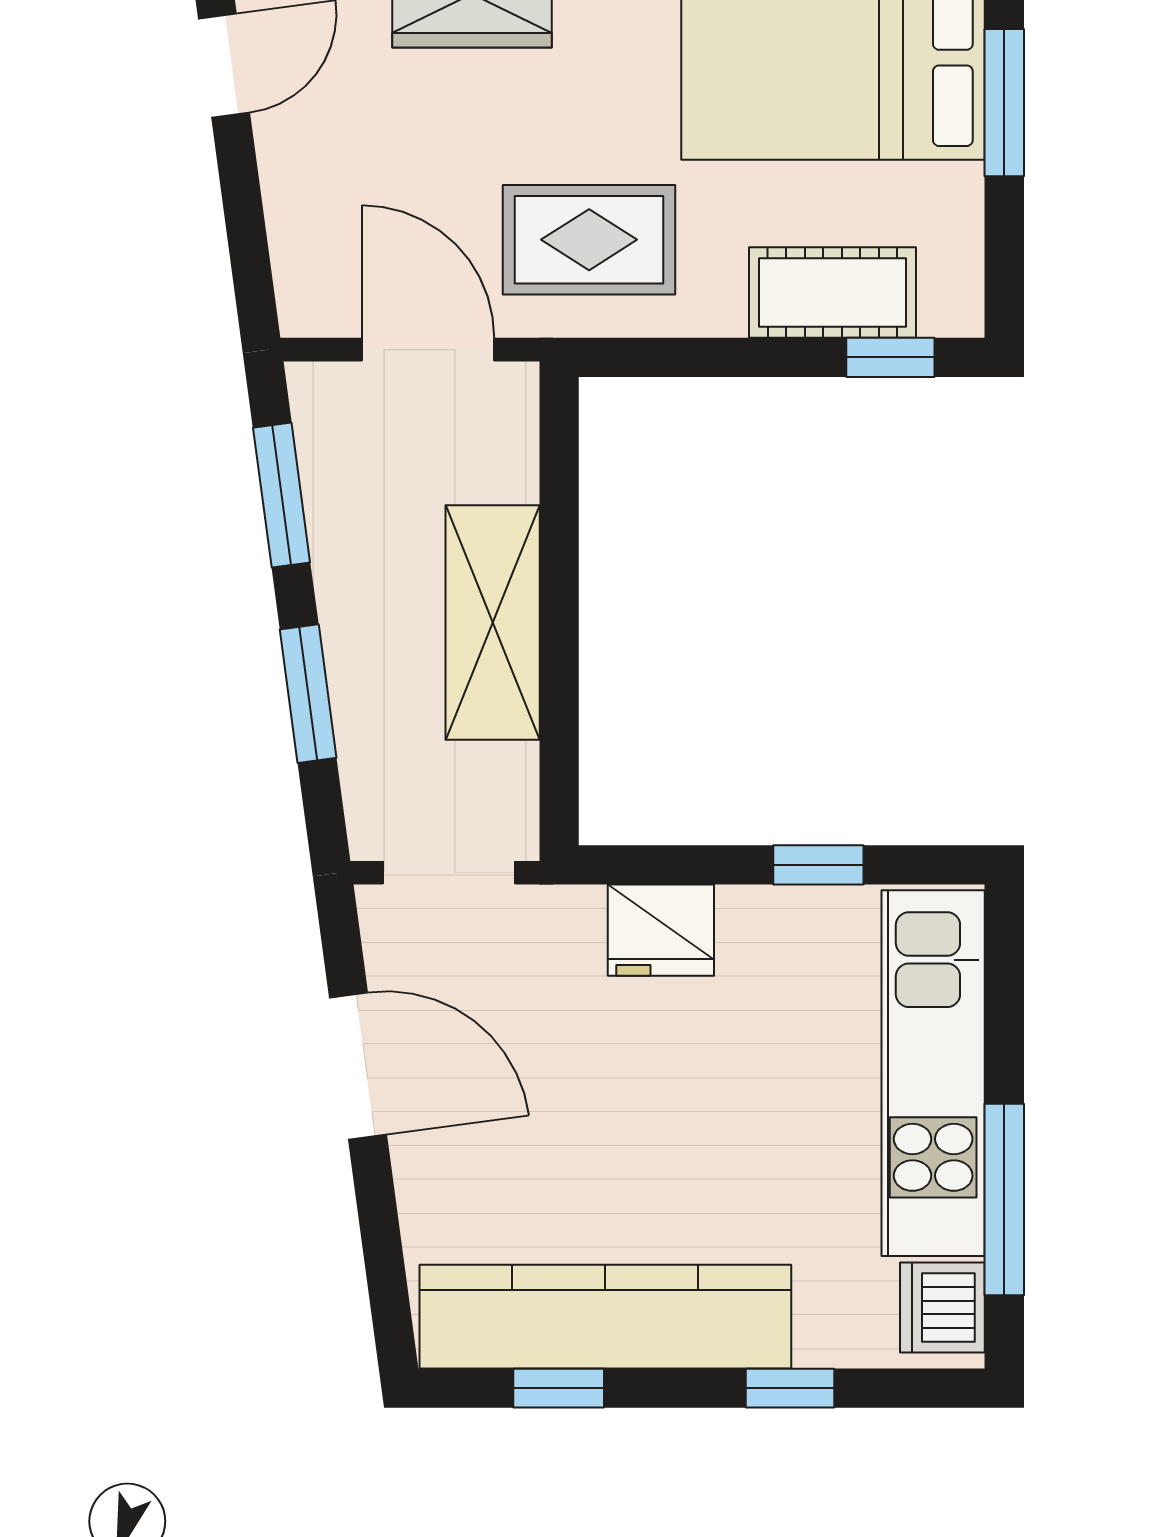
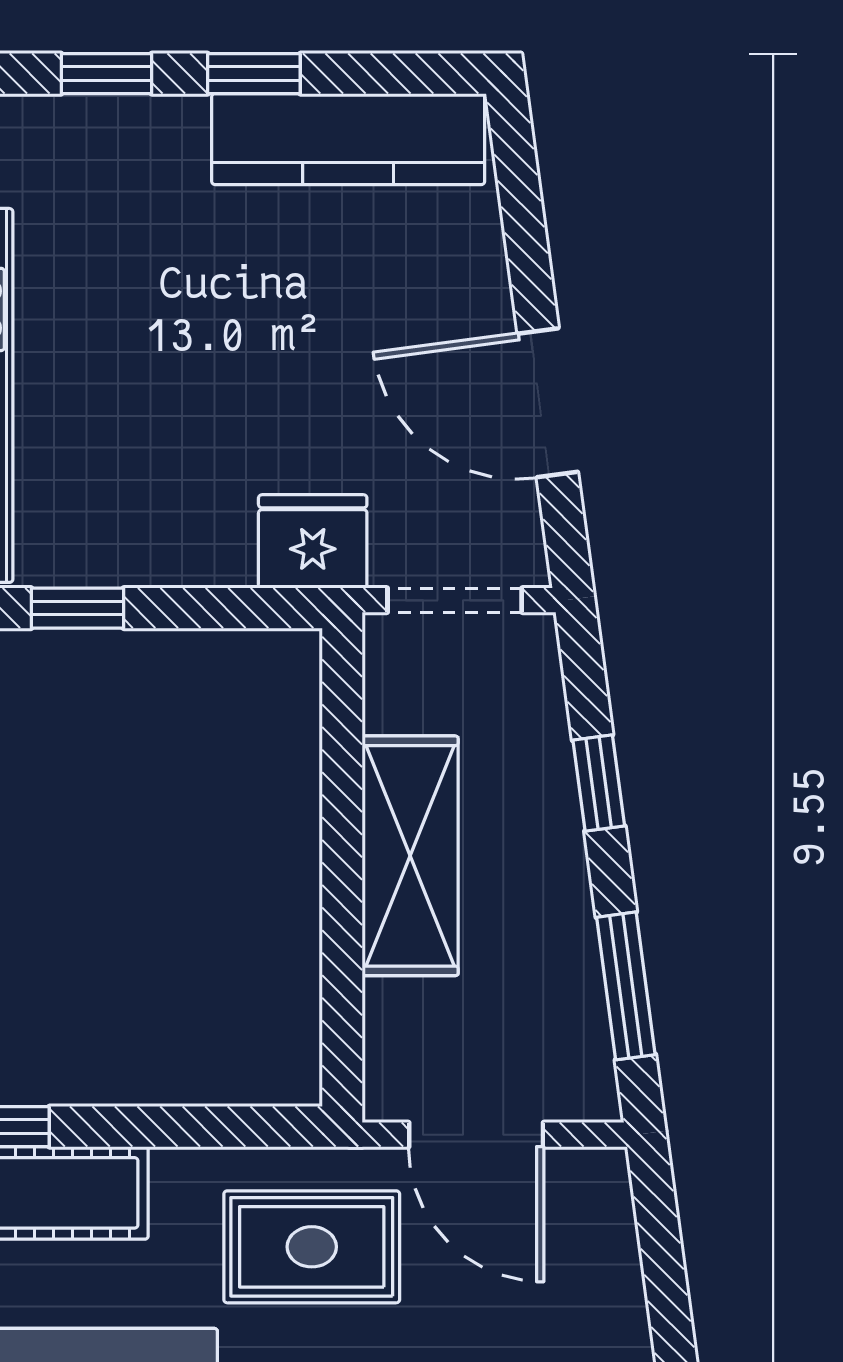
window: (308, 694) -> (599, 783), width x0.67
fridge: (661, 930) -> (313, 541), moved
kitchen counter: (605, 1317) -> (348, 139), width x0.72, depth x0.86
window: (559, 1388) -> (254, 74), moved

